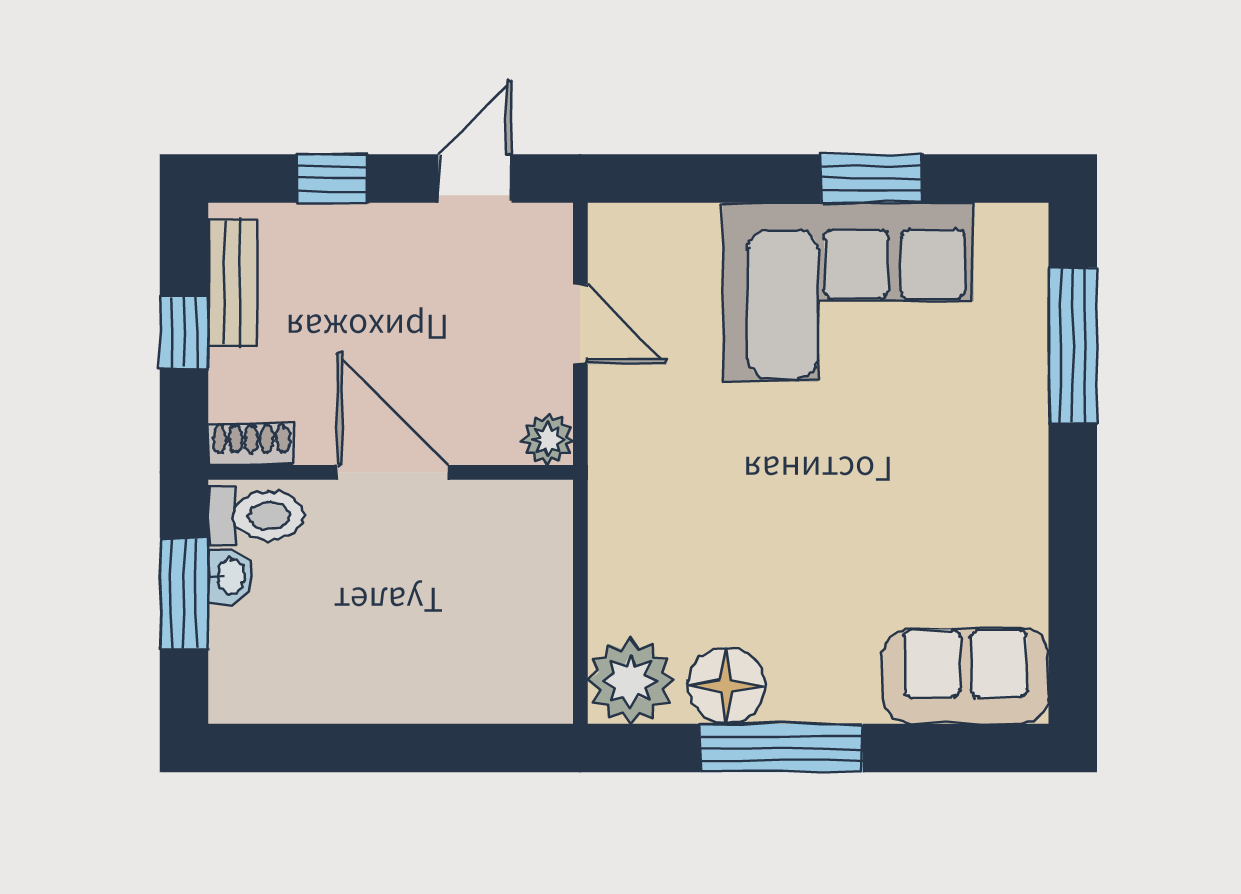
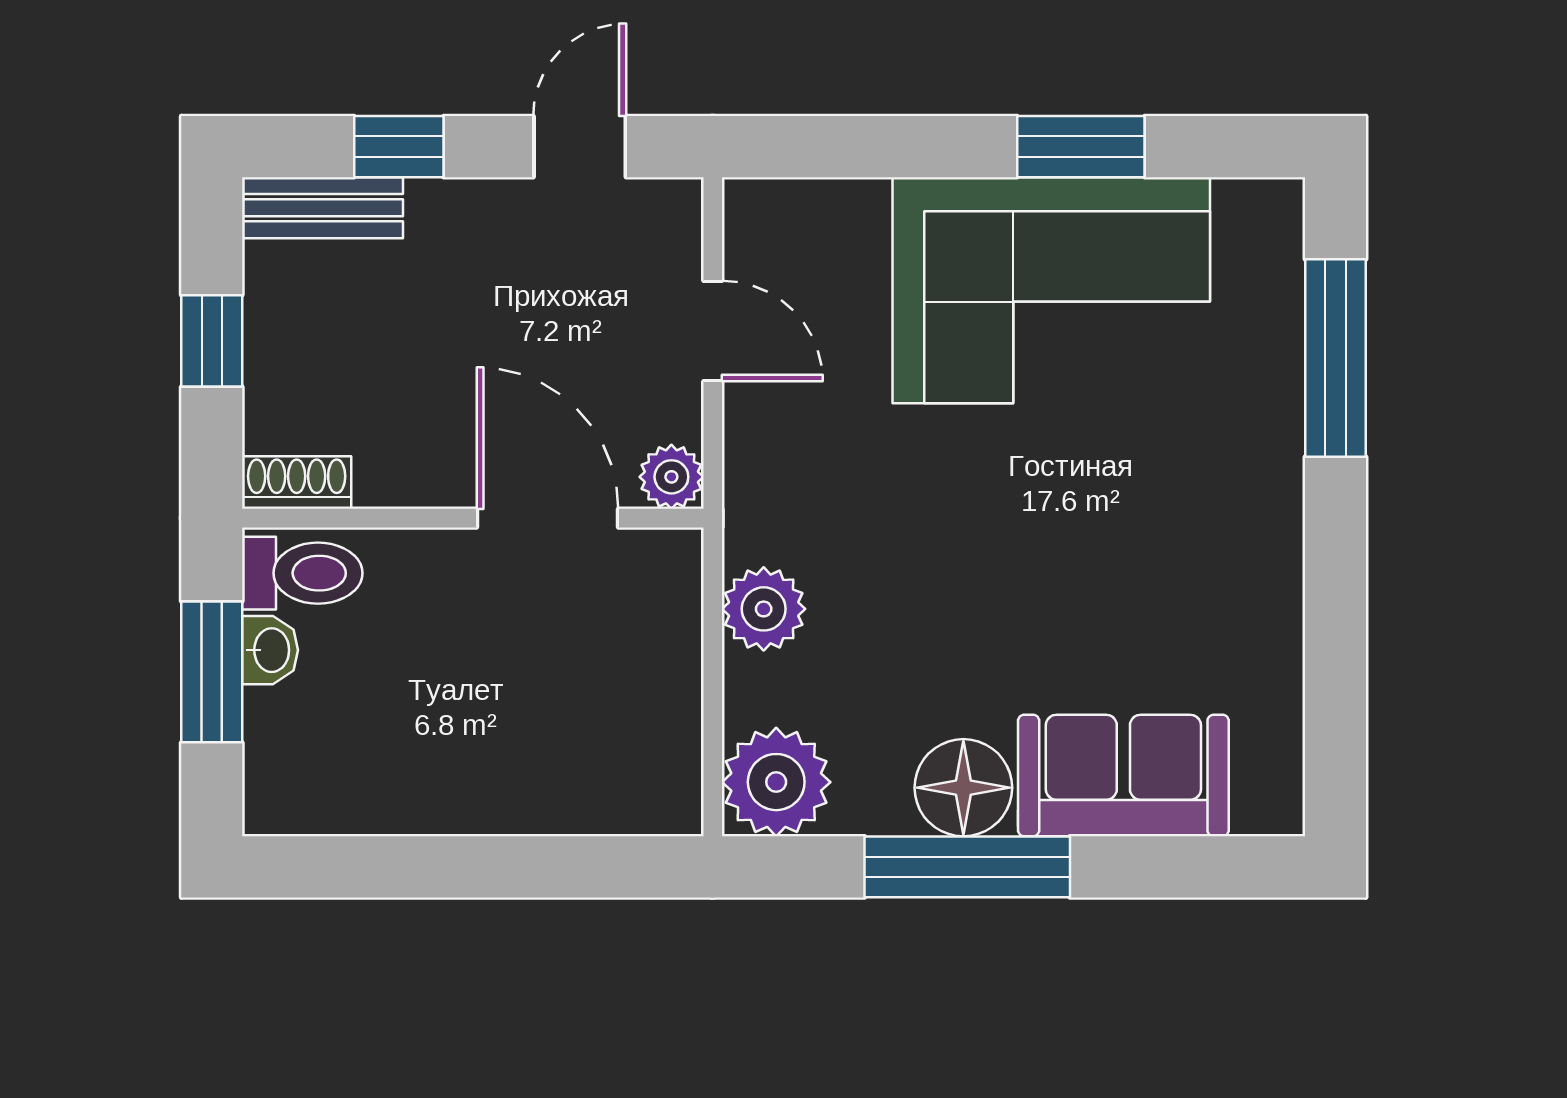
bench: (232, 283) -> (323, 208), moved, turned 90
door: (393, 472) -> (548, 518), moved
plant: (621, 544) -> (764, 609), added
sofa: (966, 676) -> (1123, 775), moved
floor lamp: (726, 685) -> (963, 788), moved

